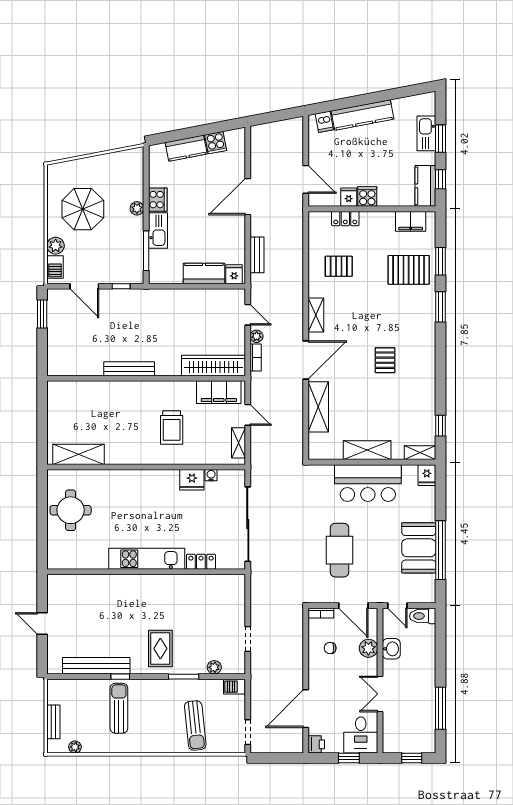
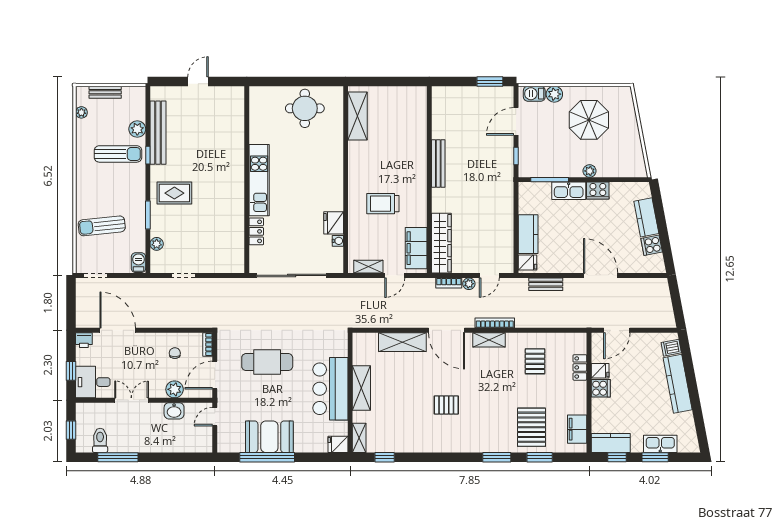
bookcase: (298, 309) -> (495, 323), added
toilet: (423, 616) -> (100, 440), moved
plant: (92, 688) -> (137, 129), added

